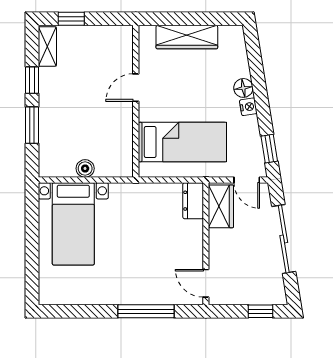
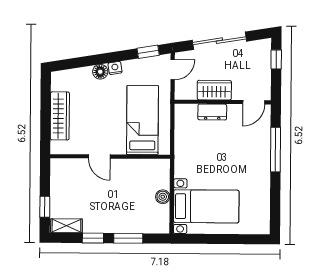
dresser: (193, 201) -> (212, 112), moved
wardrobe: (221, 206) -> (214, 90), moved

